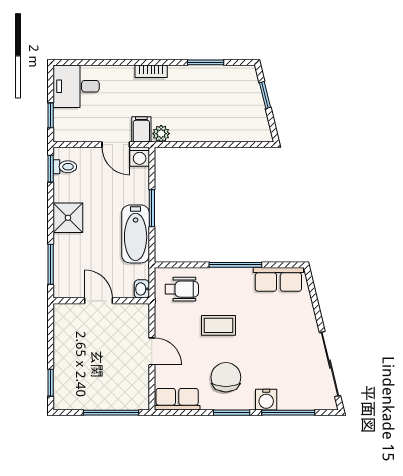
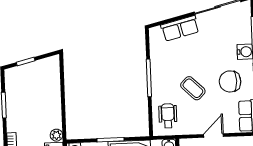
row of seats: (278, 279) -> (180, 28), moved, turned 76
coffee table: (219, 325) -> (193, 88), turned -46

